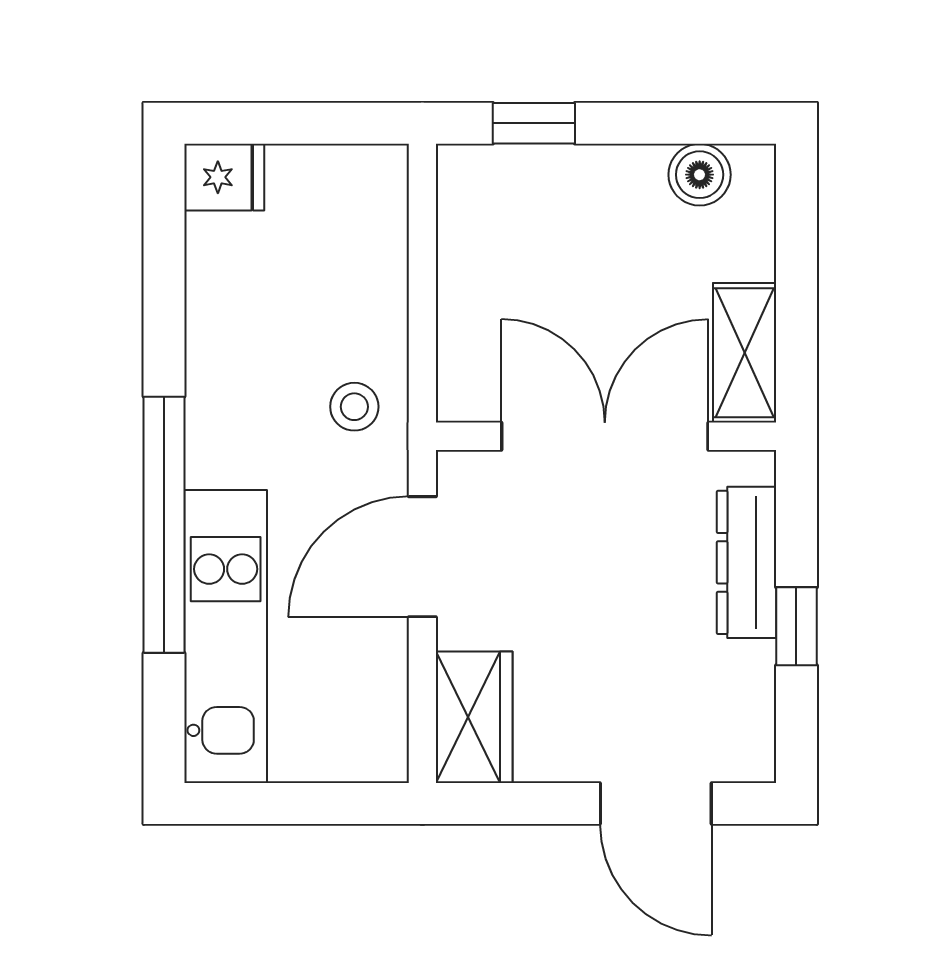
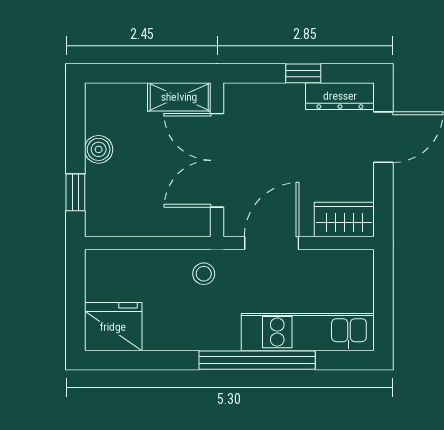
boiler: (700, 175) -> (99, 149), moved
fridge: (224, 177) -> (113, 327), width x1.88, depth x1.34
door: (422, 557) -> (272, 243), swing flipped
dresser: (746, 562) -> (340, 96), moved

